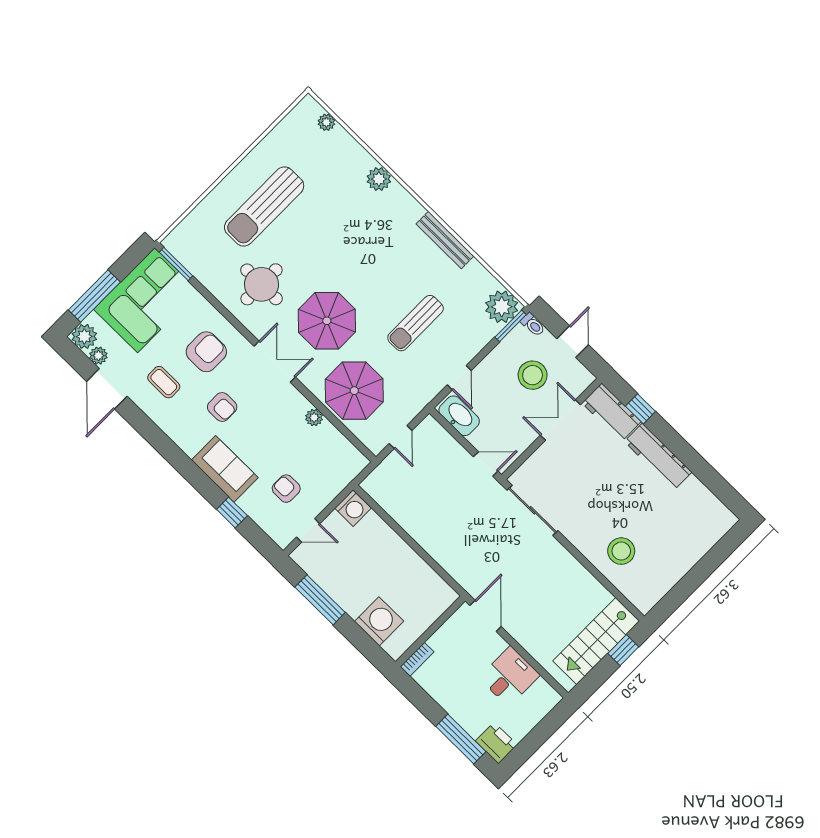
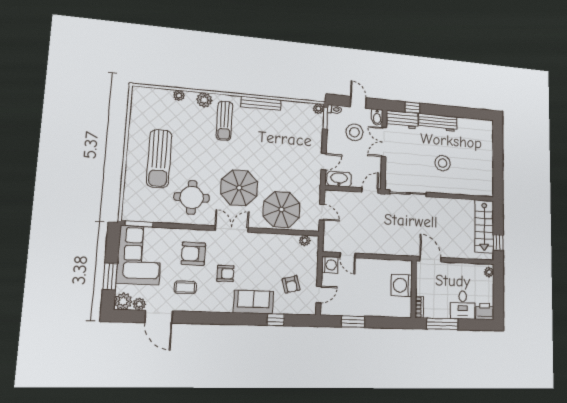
plant: (326, 122) -> (179, 95), moved
window: (94, 296) -> (110, 276), width x0.69
plant: (502, 307) -> (318, 109), width x0.53, depth x0.53
sun lounger: (416, 323) -> (224, 121), moved
armchair: (206, 352) -> (193, 254), turned -90
door: (459, 378) -> (324, 162), hinge flipped
bidet: (580, 381) -> (377, 117), added
plant: (314, 418) -> (305, 240), moved
armchair: (286, 489) -> (291, 284), turned -105
door: (385, 516) -> (348, 255), added
stool: (621, 551) -> (443, 163), moved
window: (320, 600) -> (353, 322), width x0.69
washing machine: (379, 621) -> (402, 285), moved, turned -90
window: (623, 650) -> (498, 242), moved
desk: (509, 676) -> (463, 305), moved, turned 180
plant: (548, 702) -> (489, 272), added
window: (461, 739) -> (442, 324), moved

